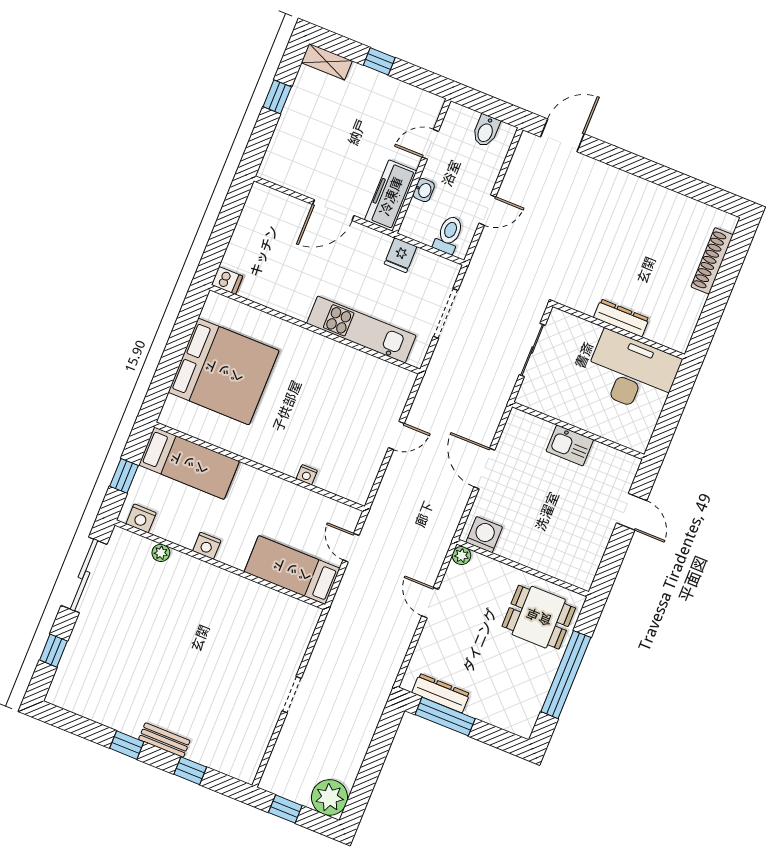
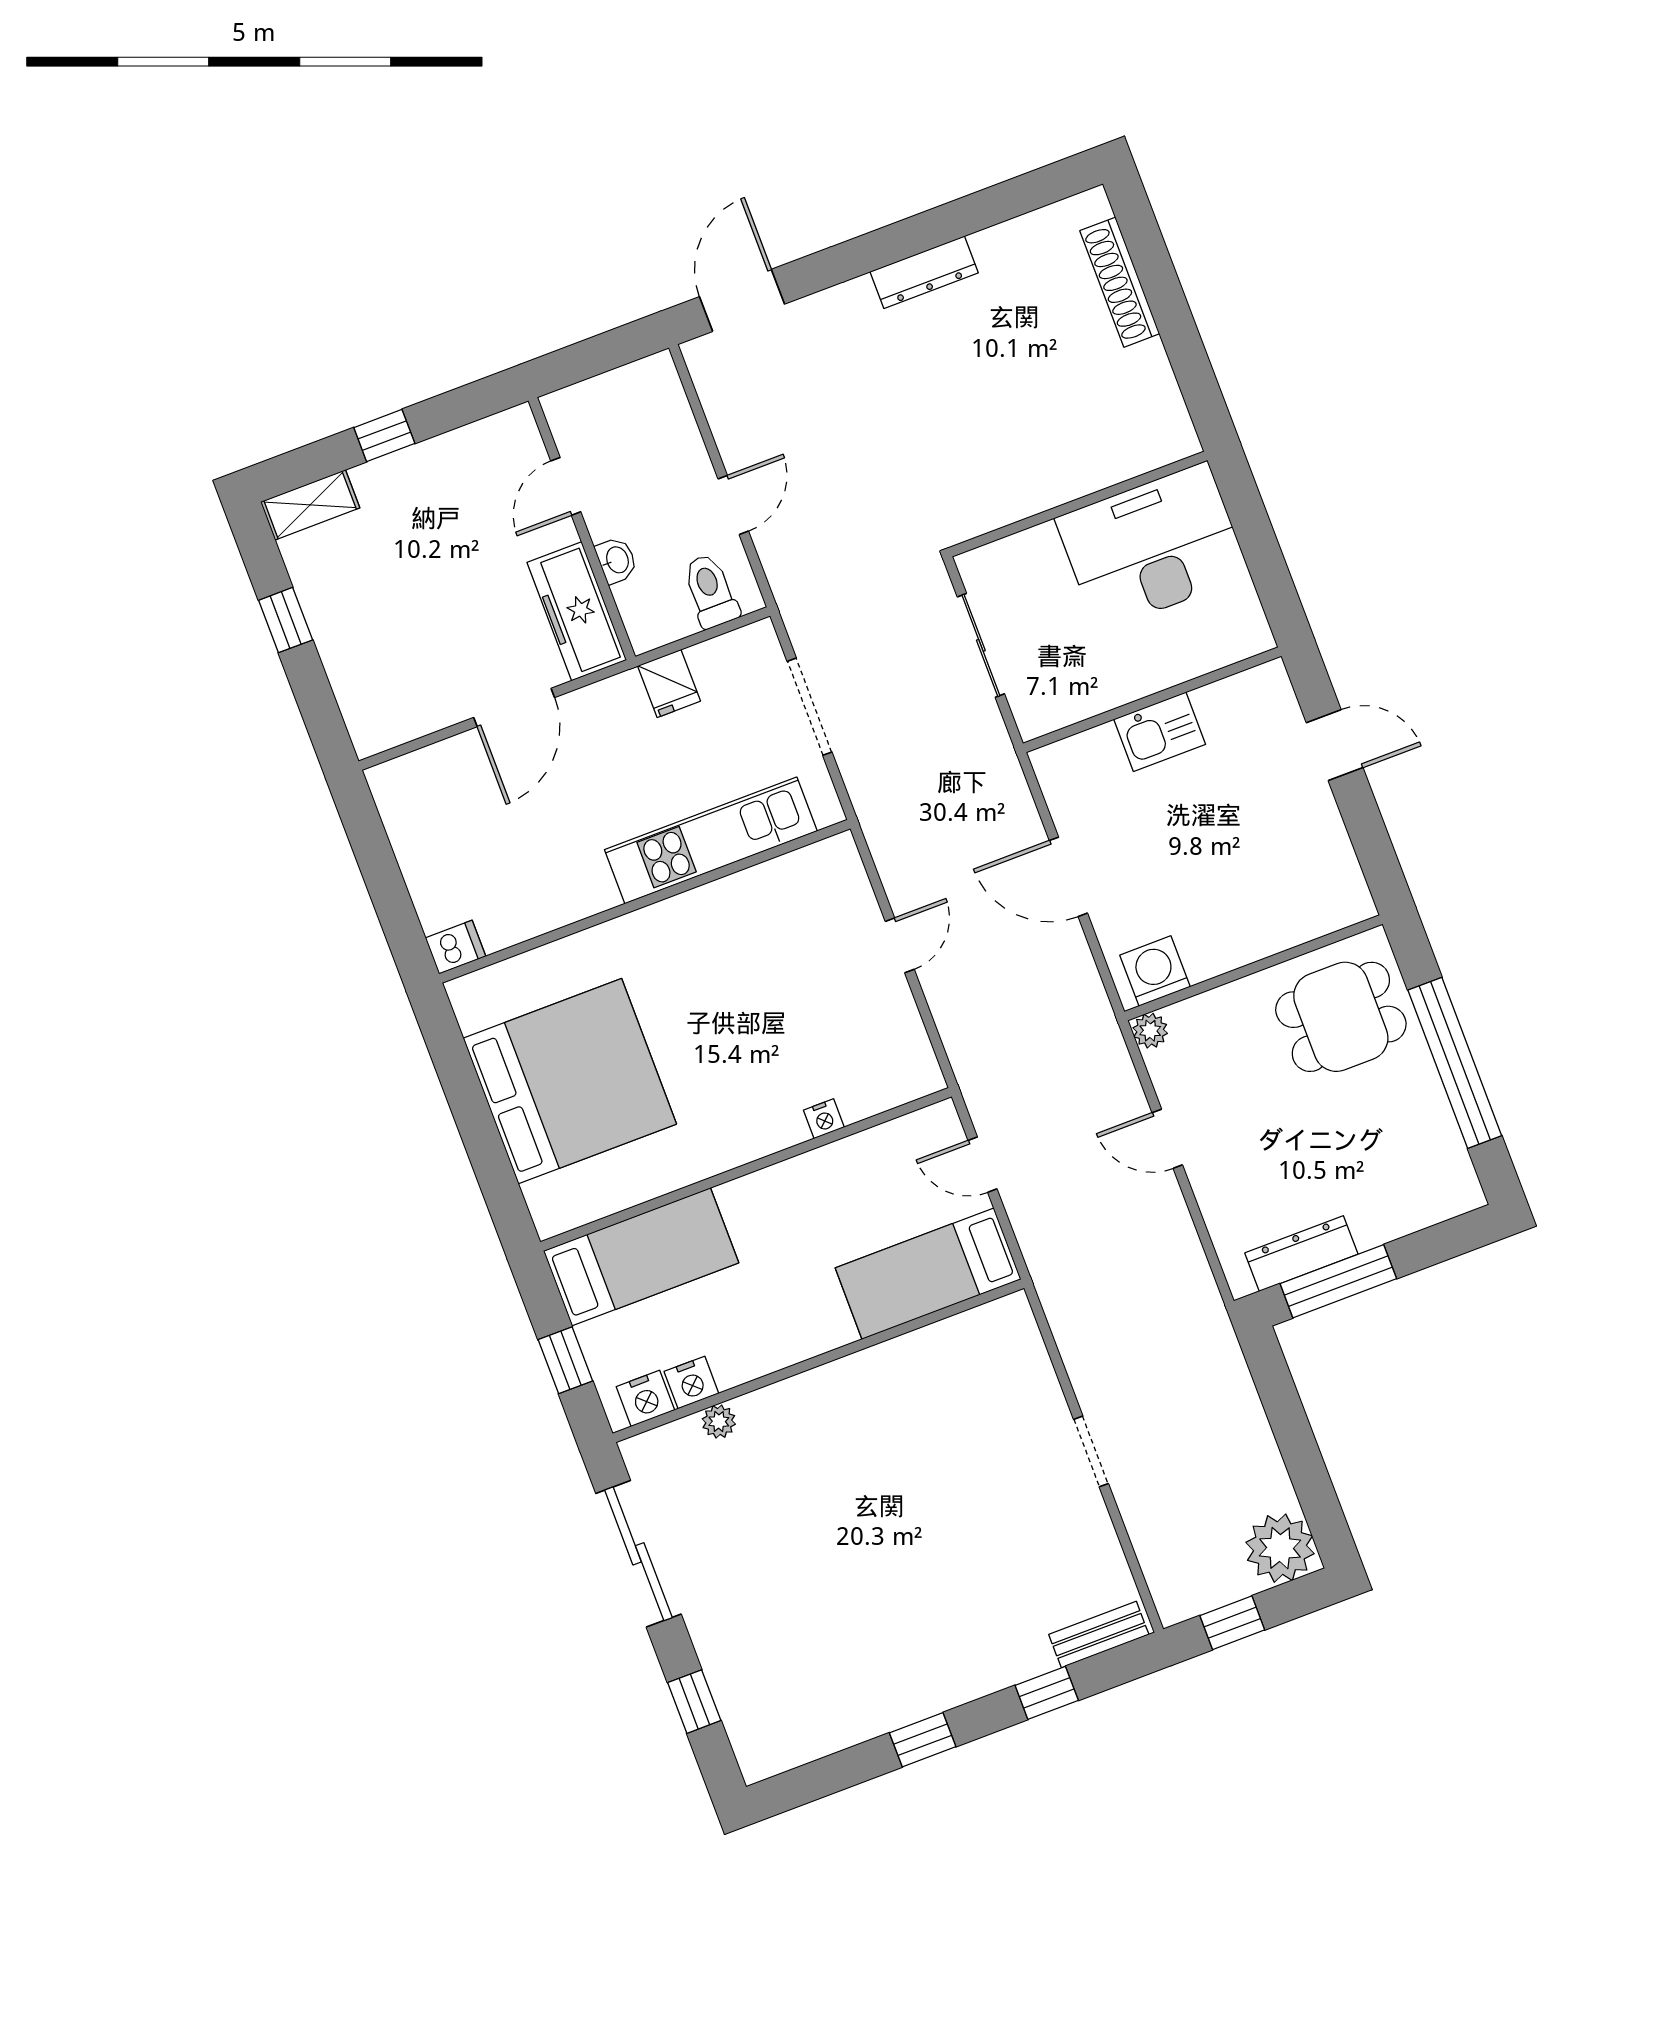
bidet: (486, 131) -> (627, 394), removed
dresser: (621, 318) -> (924, 272), moved, turned 180
nightstand: (207, 546) -> (691, 1383), moved
bench: (164, 740) -> (1099, 1635), moved

